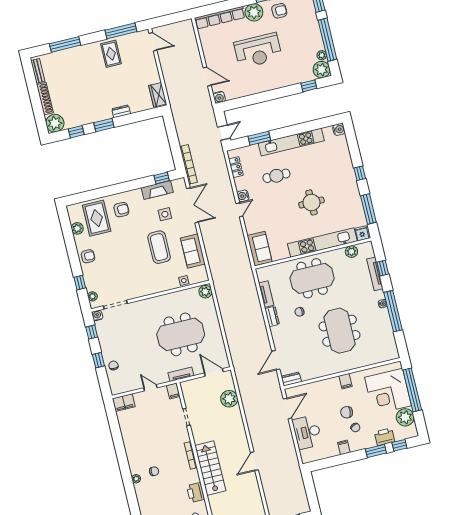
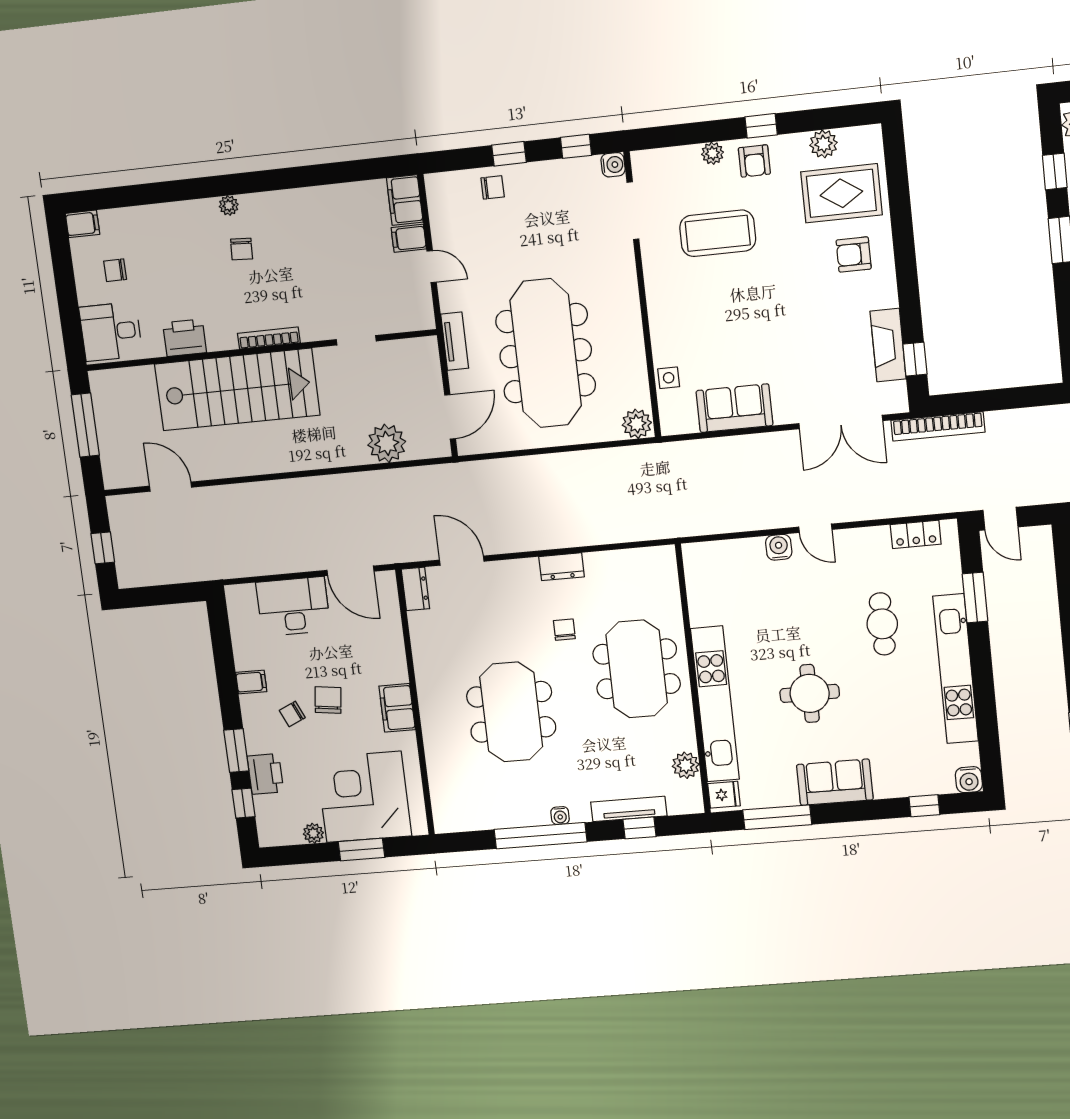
window: (360, 173) -> (924, 806), moved
water cooler: (243, 196) -> (779, 547), moved
armchair: (121, 210) -> (854, 255), turned 90
side table: (165, 214) -> (829, 355), removed
coffee table: (159, 247) -> (718, 233), moved
sofa: (260, 249) -> (835, 782), moved, turned 180
window: (80, 283) -> (761, 126), moved
tv unit: (266, 294) -> (614, 561), removed
plant: (92, 296) -> (713, 153), moved
meeting table: (339, 331) -> (511, 712), turned 90
meeting table: (181, 334) -> (546, 353), width x1.36
filing cabinet: (345, 381) -> (397, 708), width x2.00
door: (150, 388) -> (432, 267), hinge flipped
window: (412, 390) -> (361, 850), width x0.47
filing cabinet: (173, 391) -> (409, 238), moved
plant: (405, 417) -> (313, 833), width x0.53, depth x0.53
door: (254, 461) -> (170, 487), moved
stairs: (210, 468) -> (237, 389), width x1.36, depth x1.51

